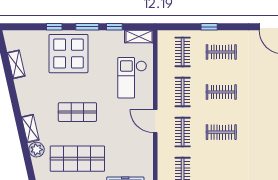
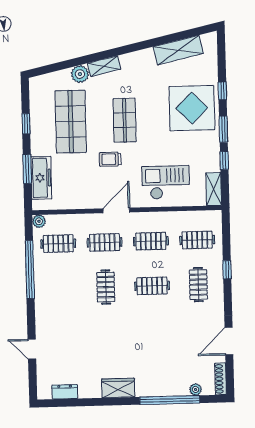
shelving: (16, 64) -> (178, 50), width x1.50, depth x1.33
clothes rail: (221, 92) -> (152, 286), turned 90
trolley: (111, 125) -> (110, 159), added

